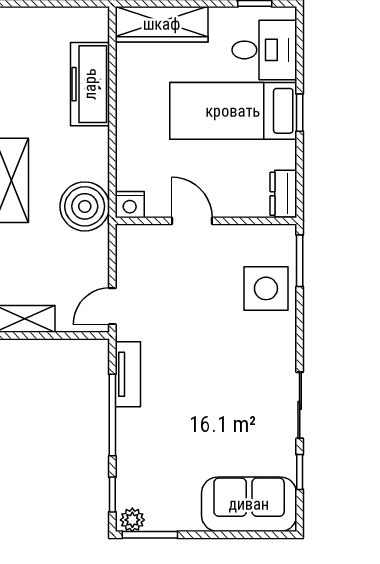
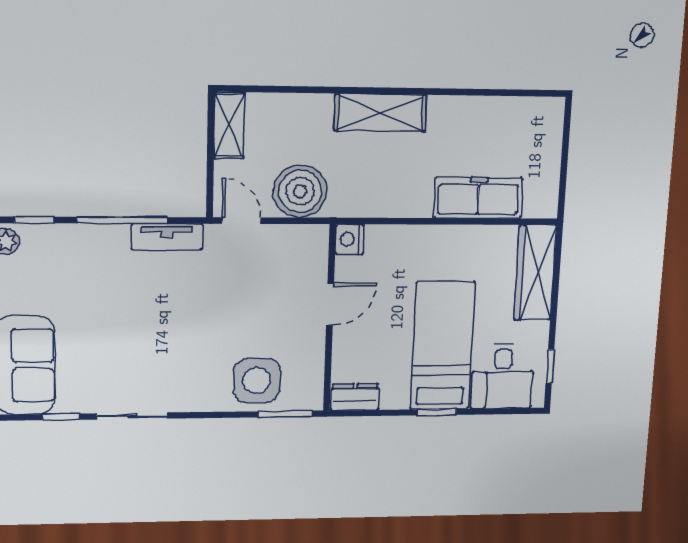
boiler: (85, 206) -> (300, 191), moved

